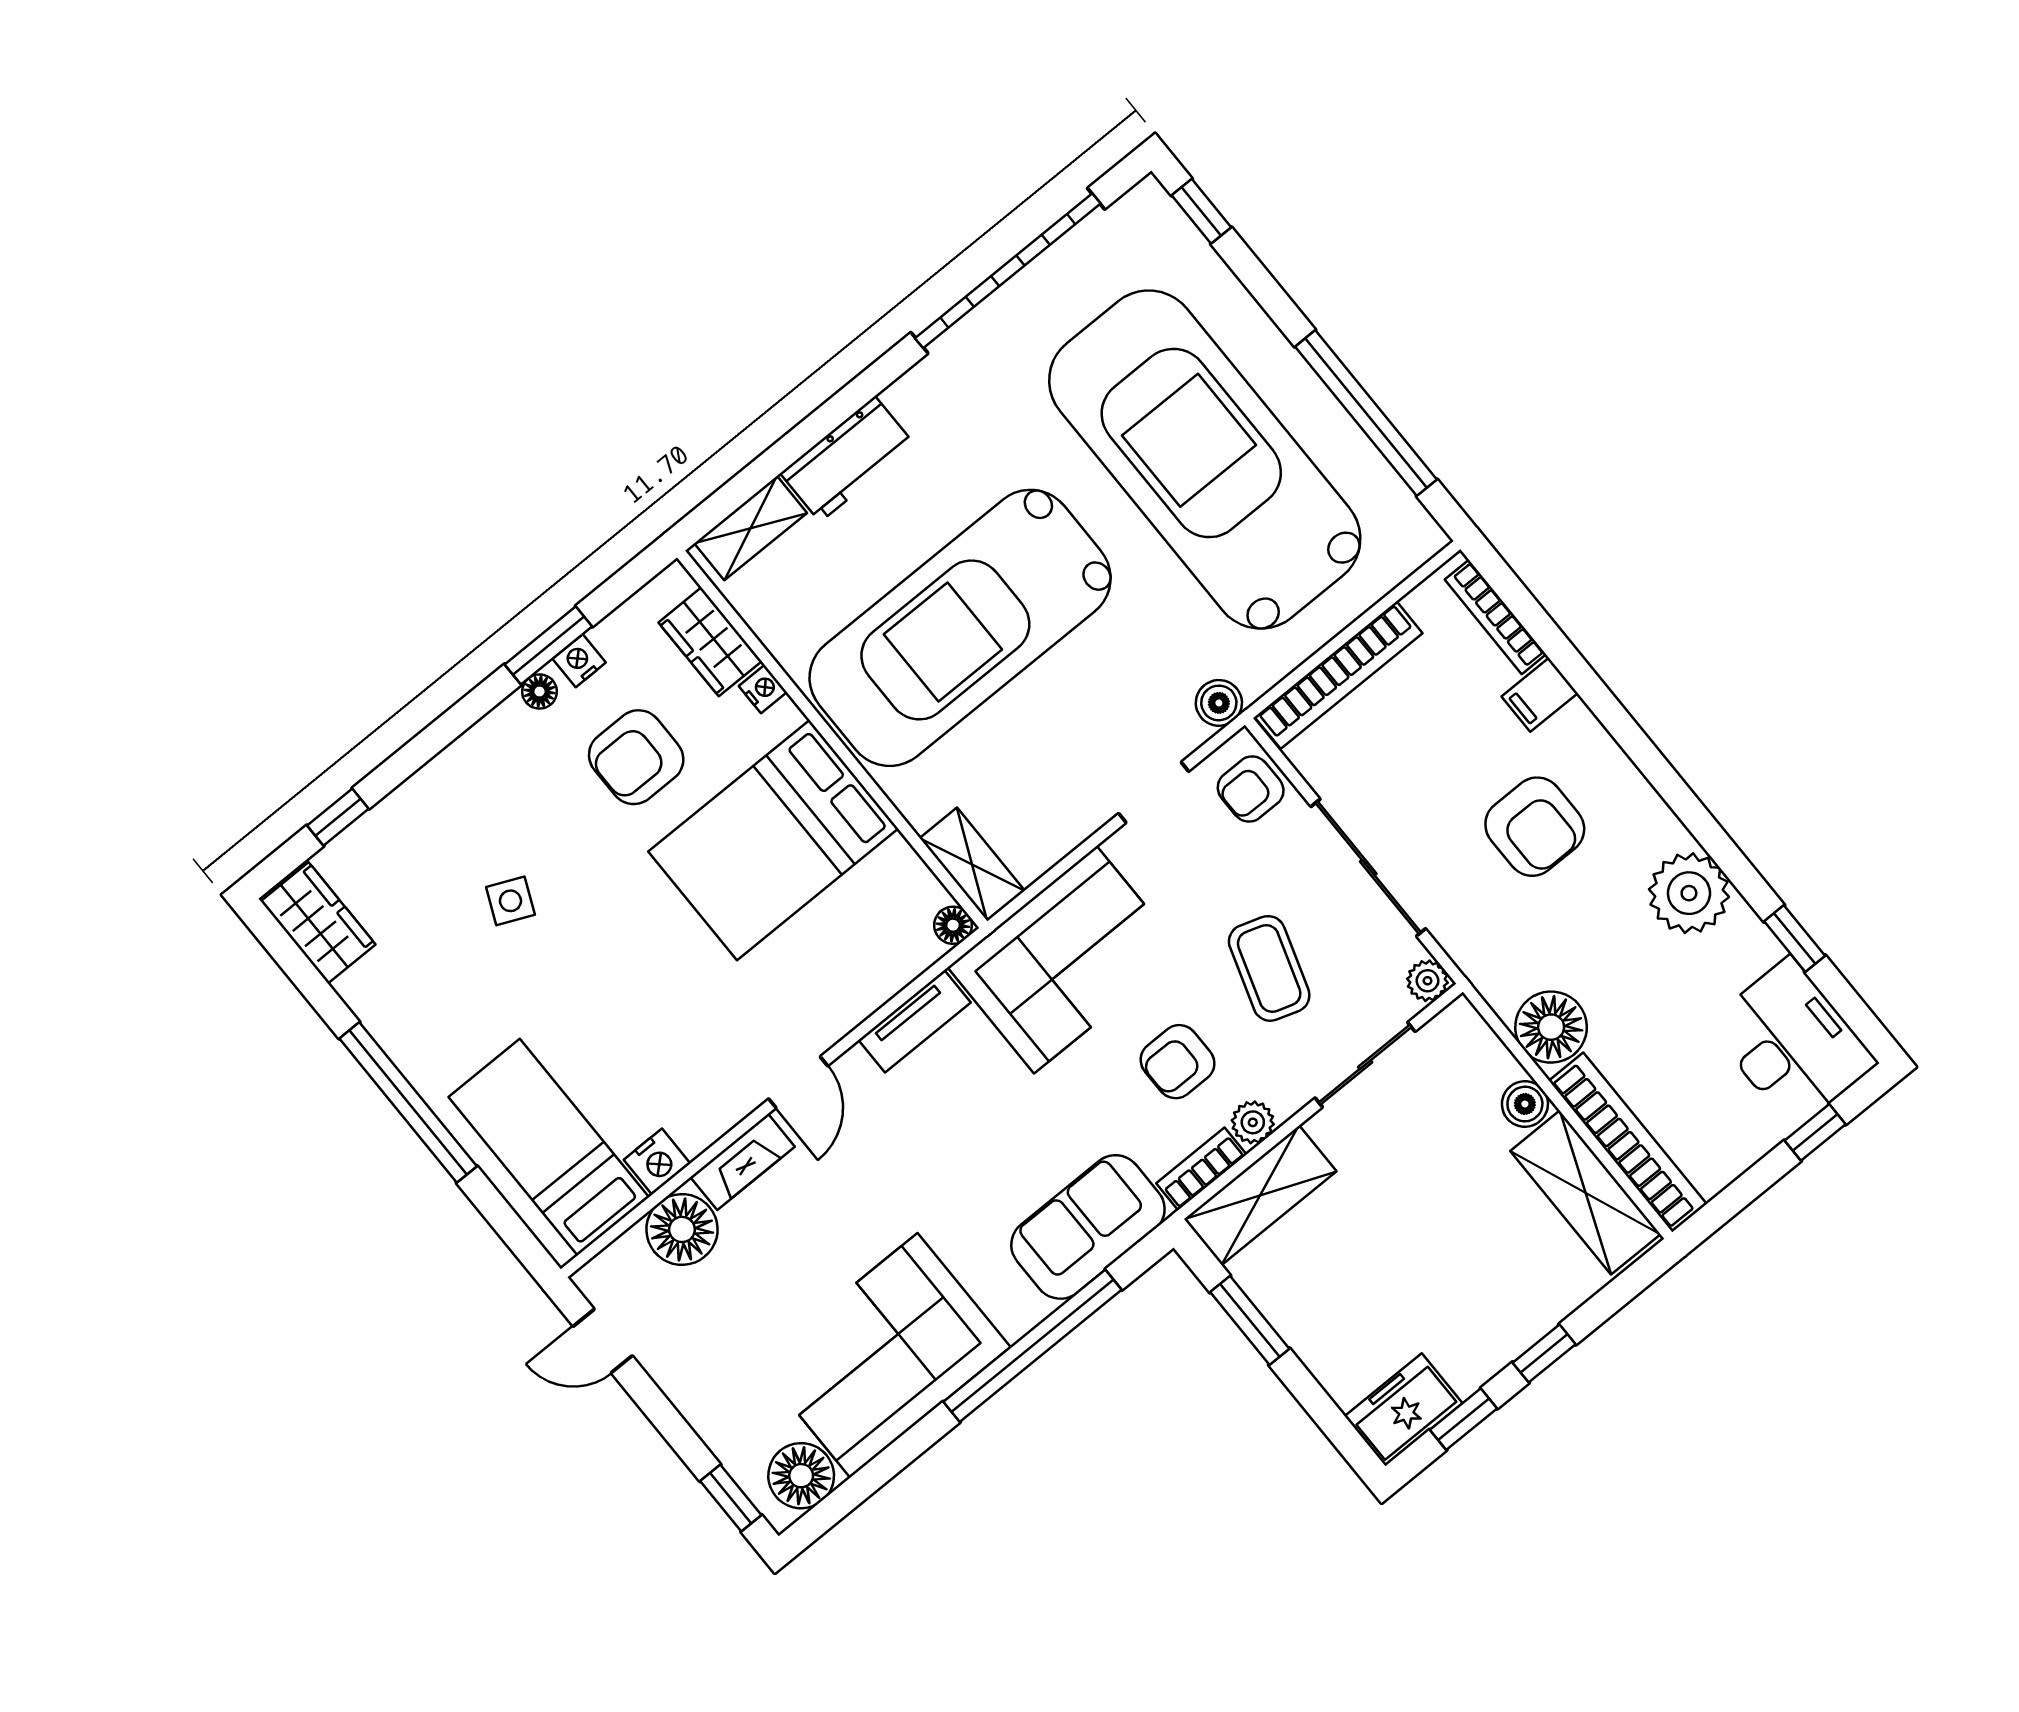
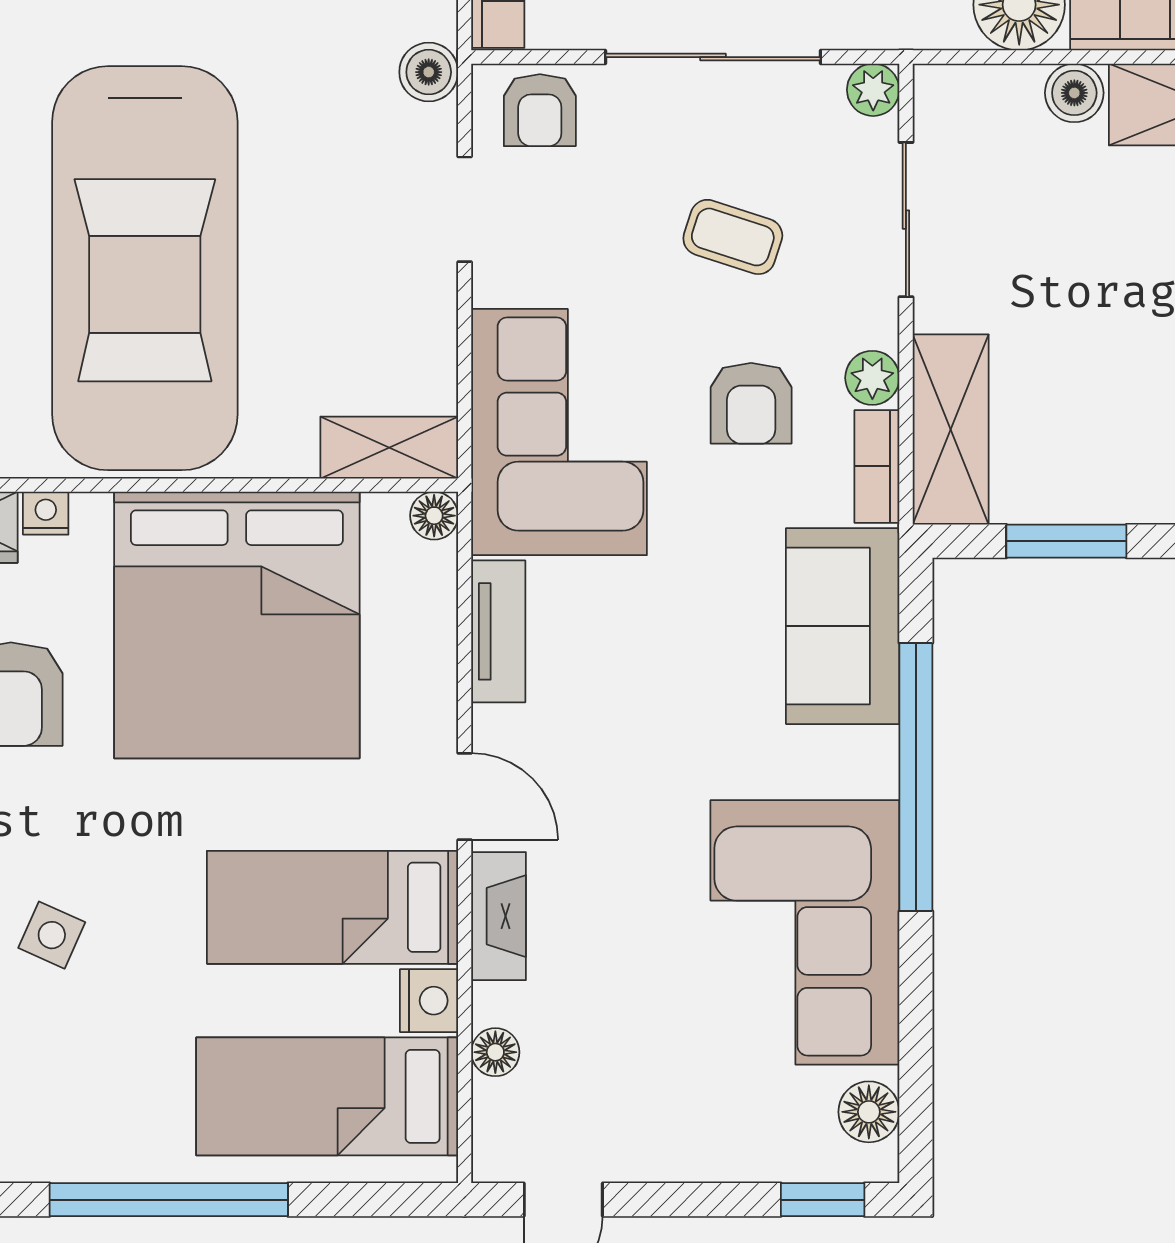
bed: (773, 840) -> (237, 625), width x1.36
coffee table: (1269, 968) -> (733, 237), width x0.73, depth x0.77
bed: (666, 1057) -> (333, 907), added
floor lamp: (682, 1229) -> (495, 1052), width x0.53, depth x0.53
floor lamp: (801, 1476) -> (869, 1112), width x0.73, depth x0.73

